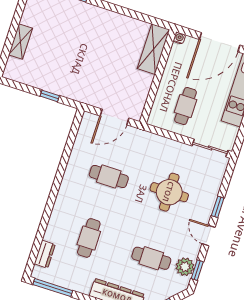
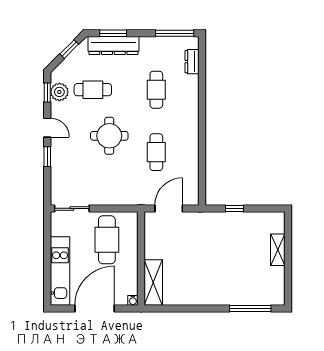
cafe table: (185, 106) -> (107, 240), width x1.37, depth x1.35
cafe table: (109, 176) -> (156, 152), turned 90
round table: (169, 192) -> (109, 136), moved

